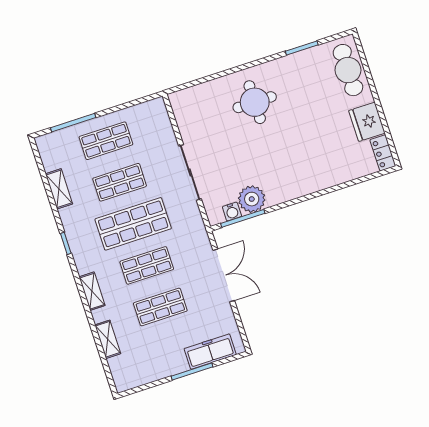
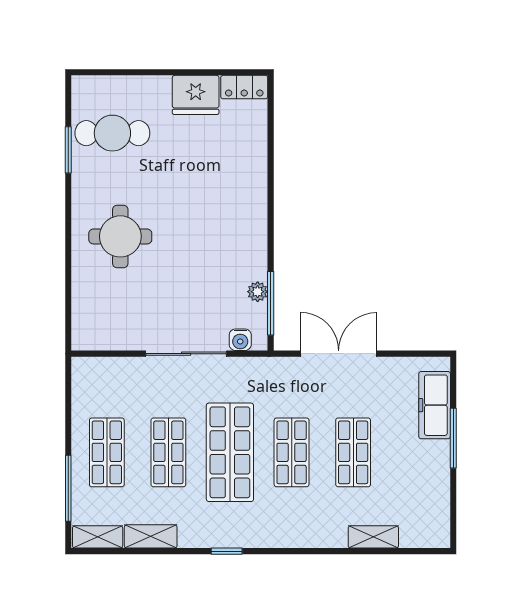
cafe table: (348, 70) -> (112, 133), moved
plant: (252, 199) -> (258, 292), width x0.53, depth x0.53
water cooler: (232, 212) -> (240, 340), moved, turned 90
shelving: (92, 291) -> (98, 537), moved

